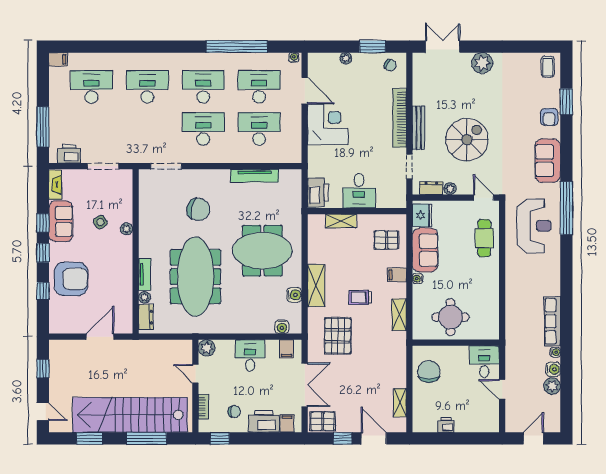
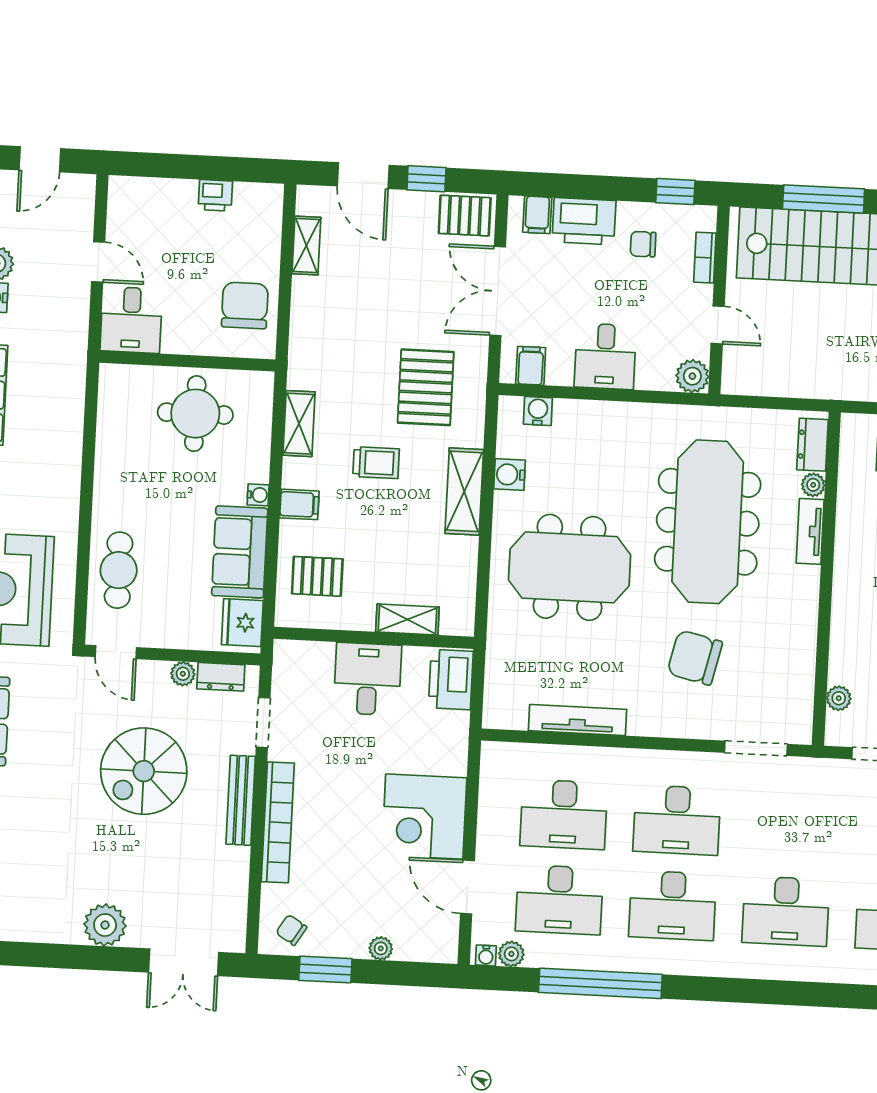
plant: (281, 59) -> (511, 954), added
plant: (127, 229) -> (839, 698), moved
chair: (429, 372) -> (245, 305), turned 180

